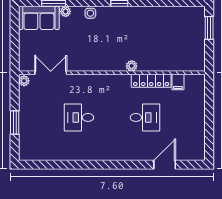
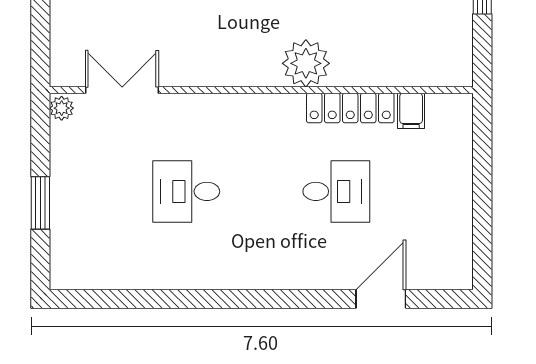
plant: (132, 66) -> (306, 63), width x1.87, depth x1.87

